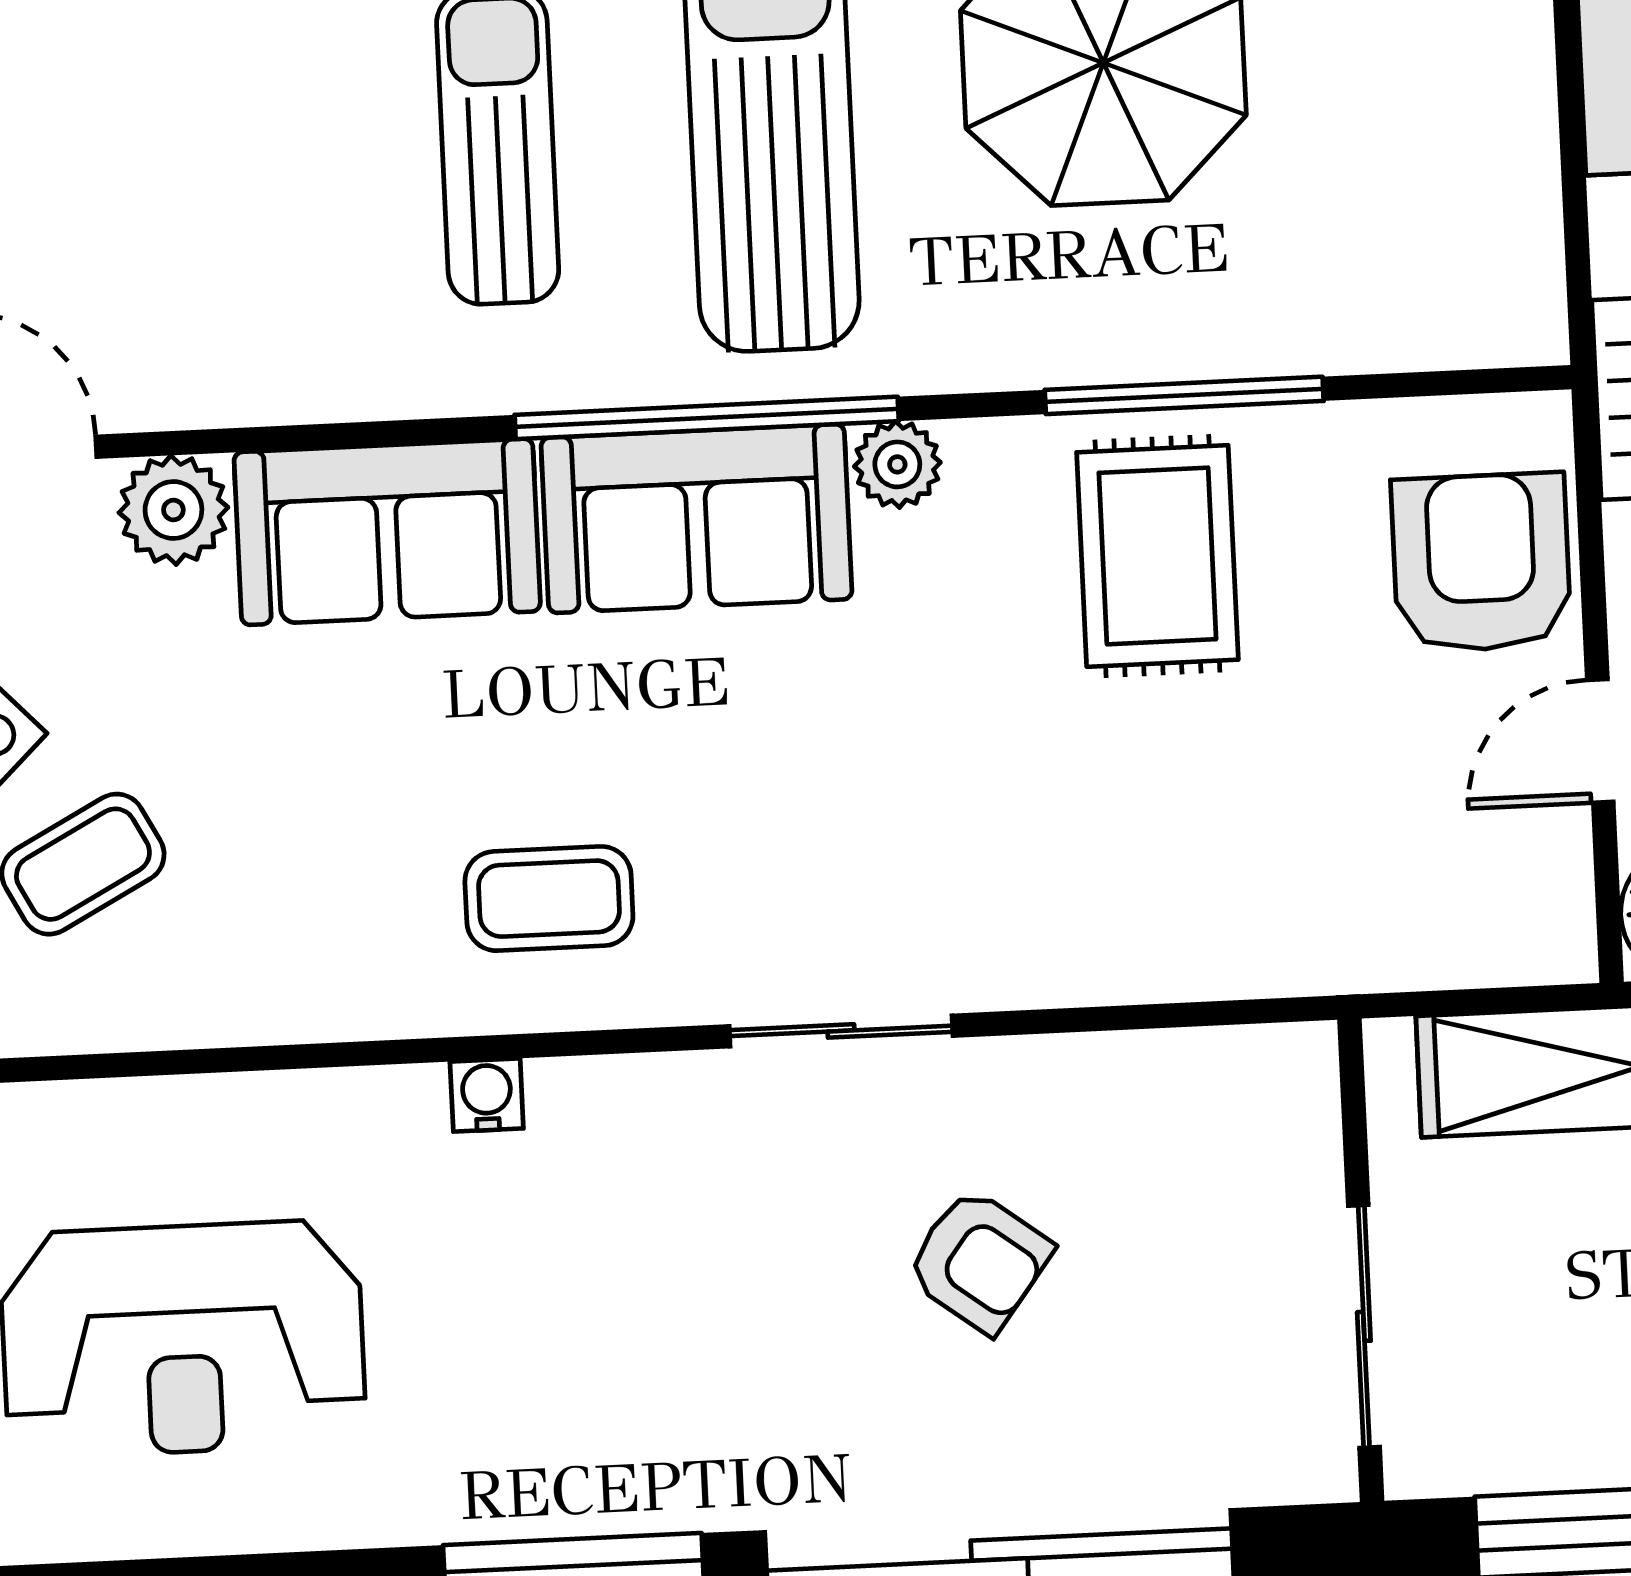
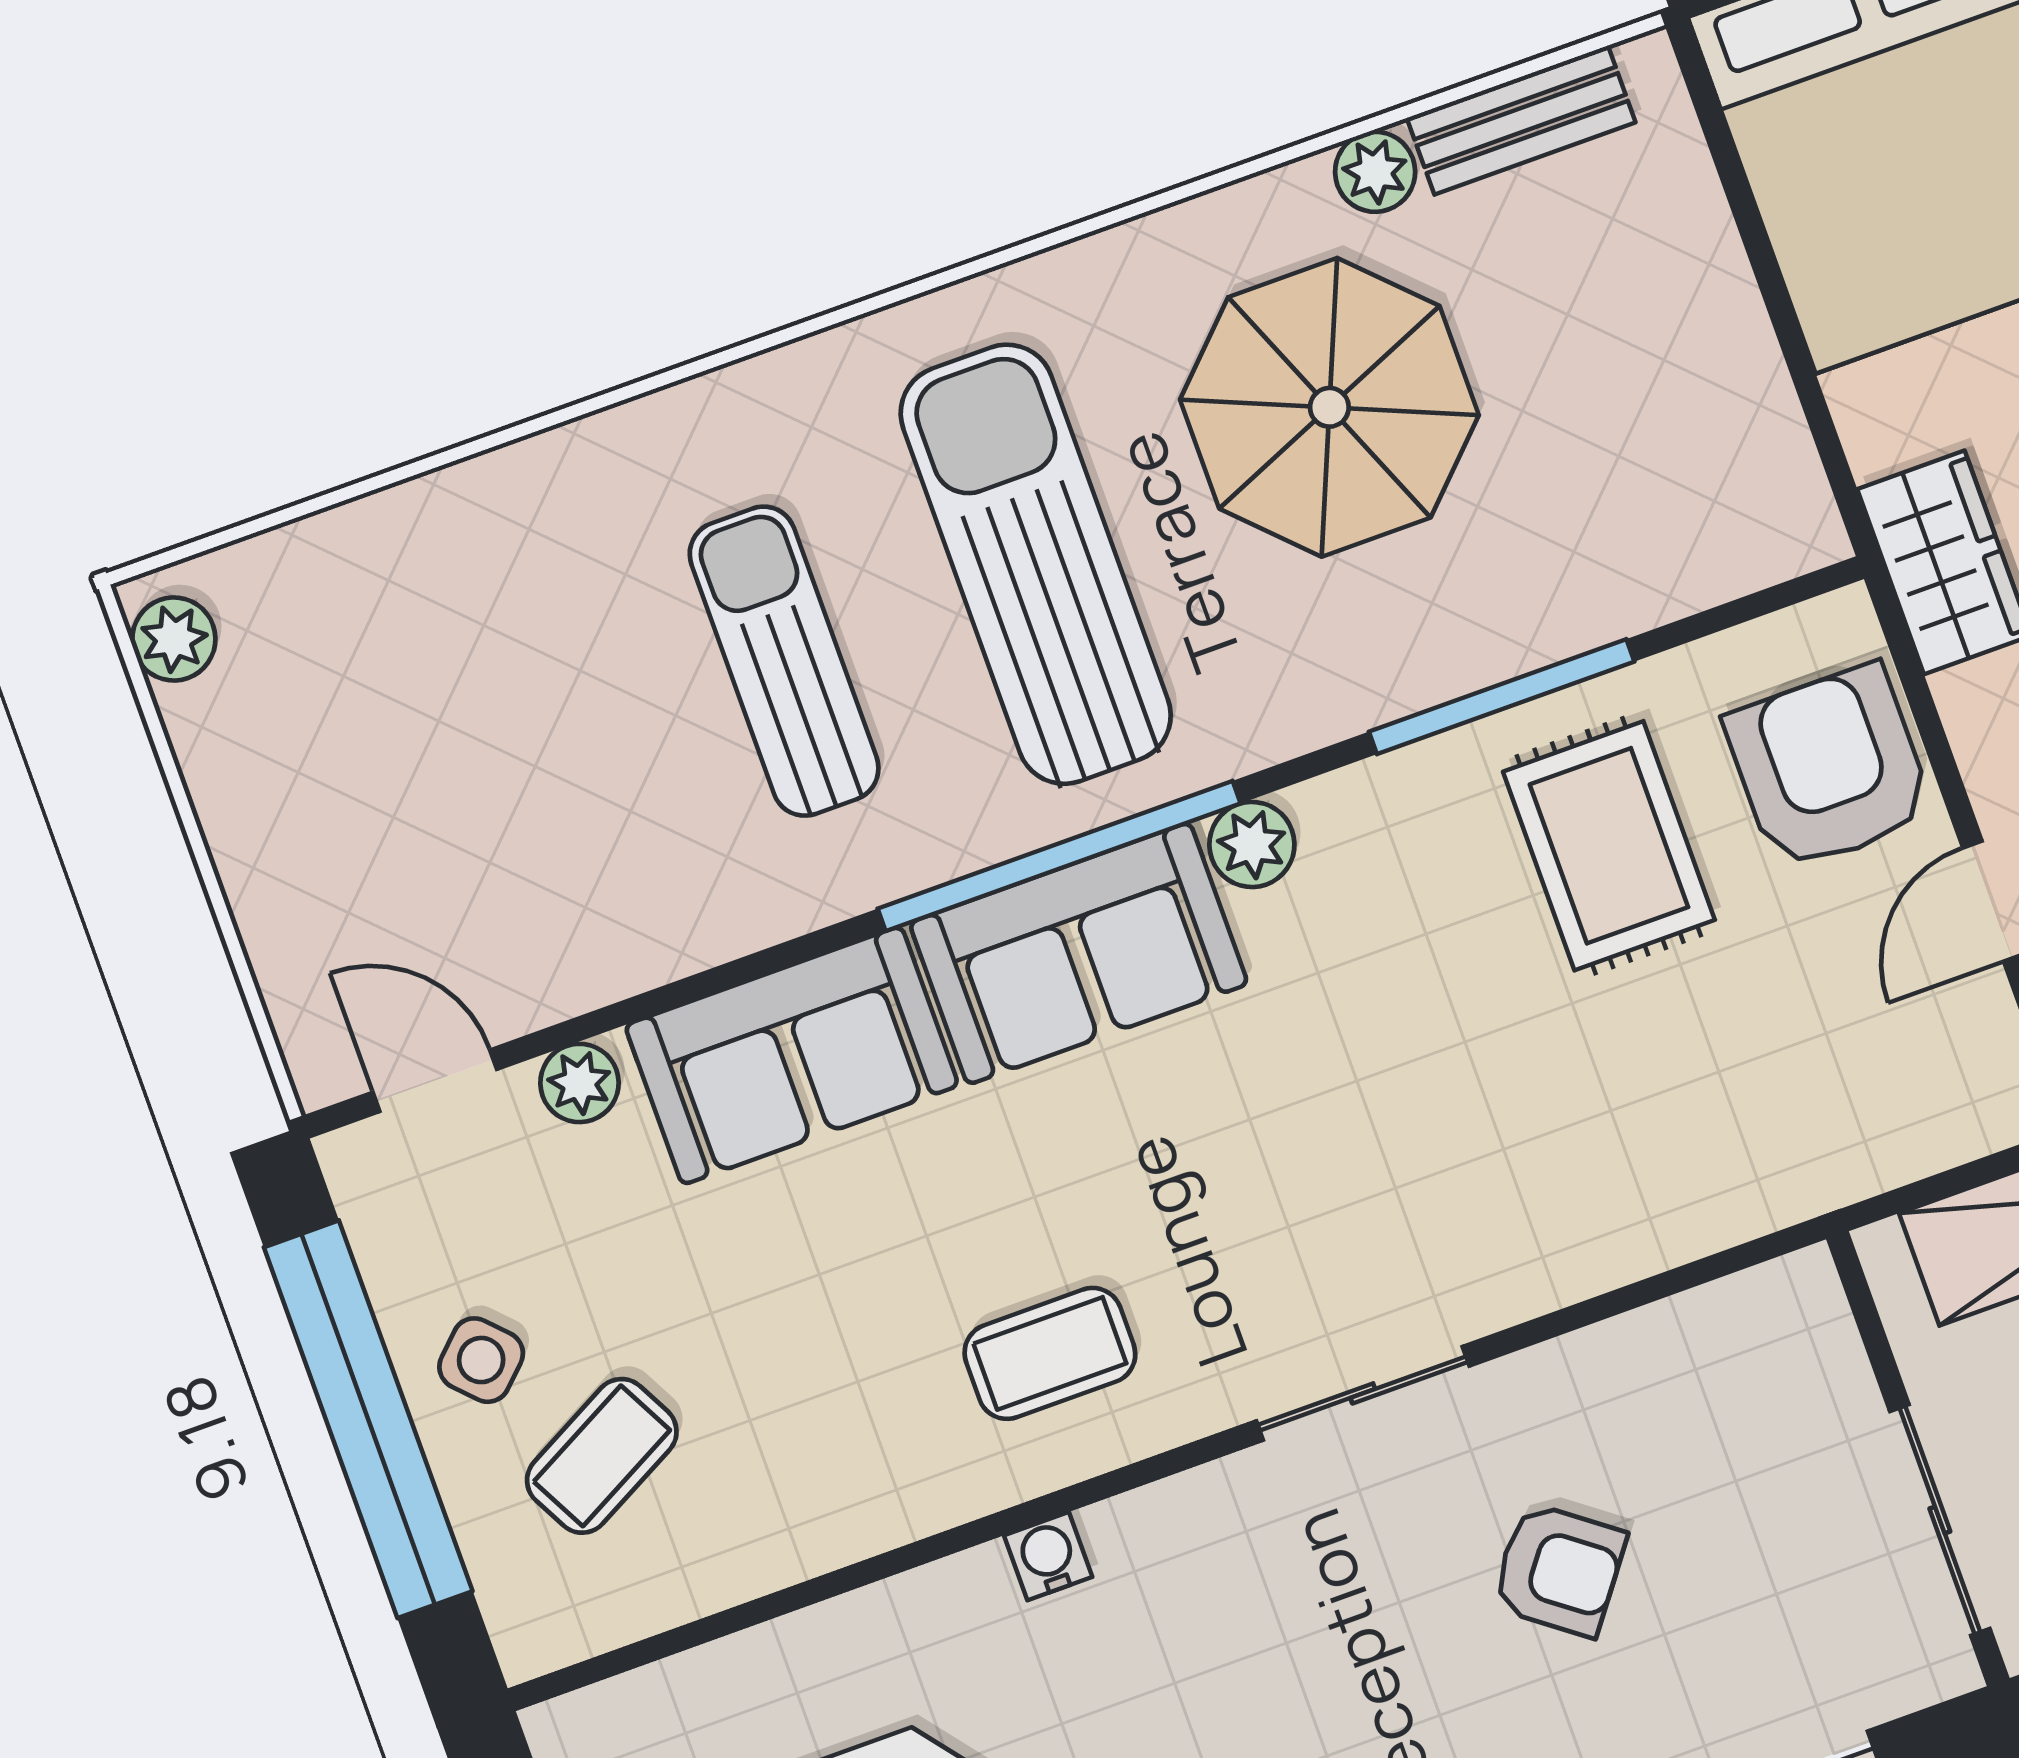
plant: (173, 510) -> (579, 1083), width x0.73, depth x0.73
rug: (1157, 556) -> (1609, 846), moved

